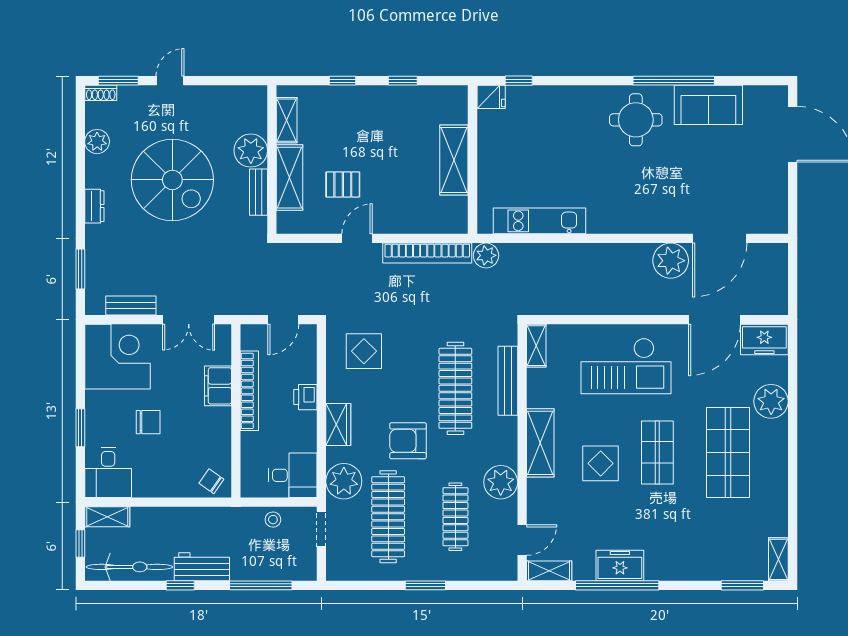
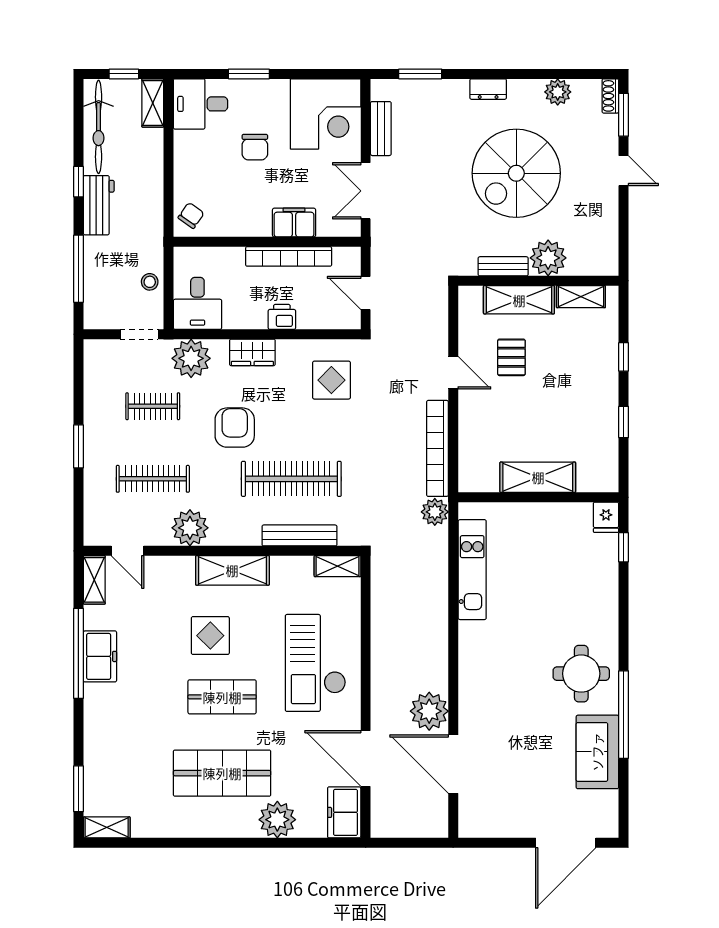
clothes rail: (388, 517) -> (153, 406), width x0.54, depth x0.76

